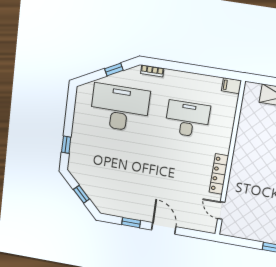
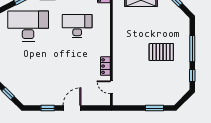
locker: (219, 174) -> (105, 66), width x0.66
door: (164, 228) -> (72, 108), hinge flipped

